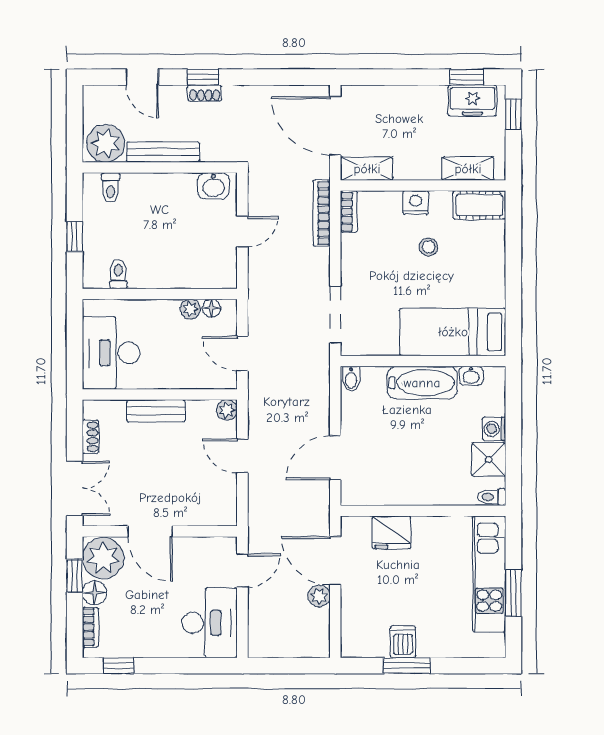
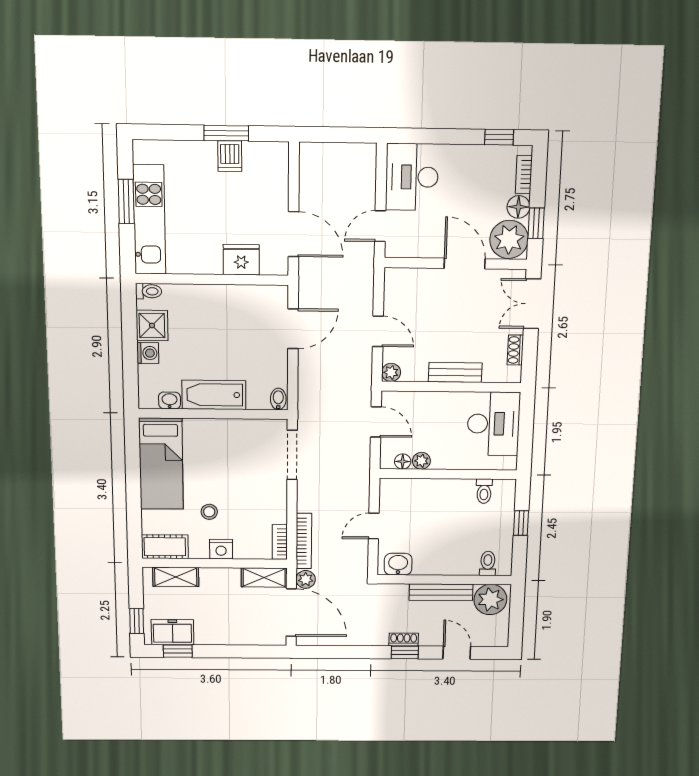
bed: (453, 332) -> (161, 464), moved, turned 90
plant: (319, 596) -> (306, 579), moved

